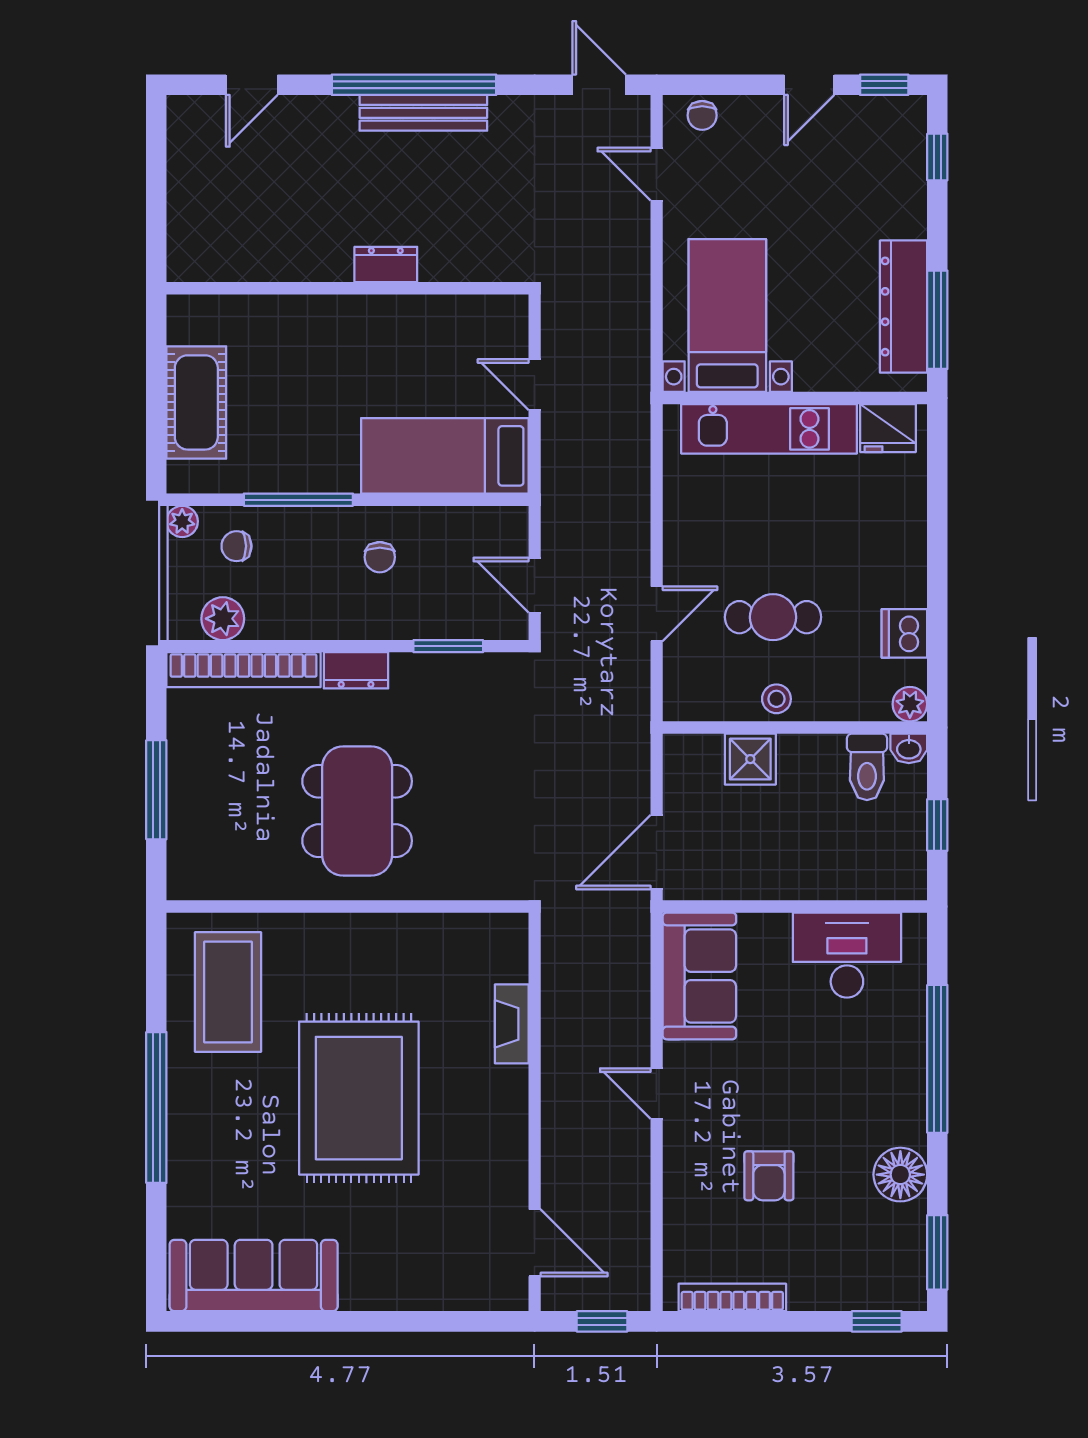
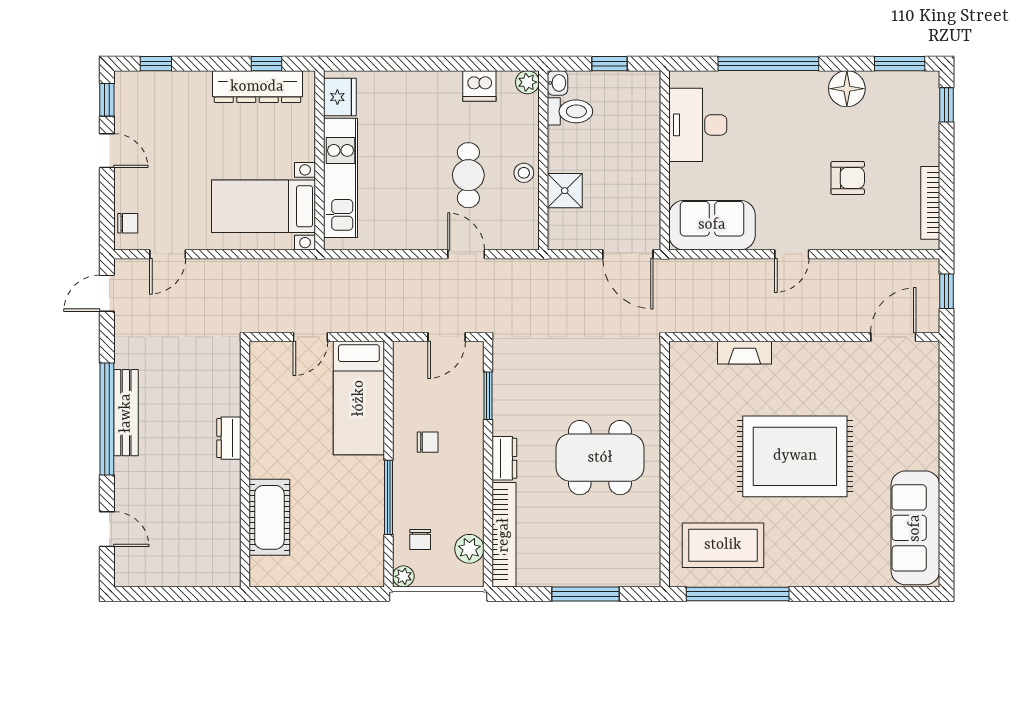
window: (937, 320) -> (266, 64), width x0.46
cot: (196, 402) -> (269, 517), moved, turned 90
window: (156, 1108) -> (738, 594), moved

